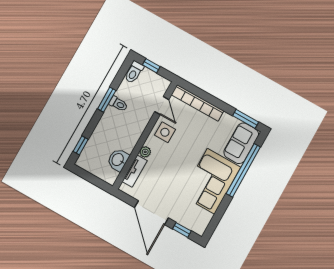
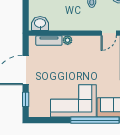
side table: (165, 132) -> (90, 47), removed
washbasin: (118, 160) -> (40, 24), moved

